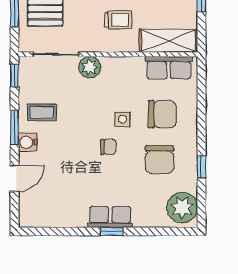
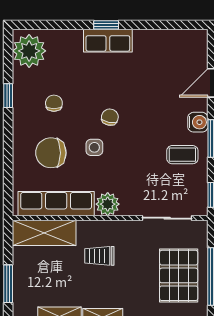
plant: (90, 67) -> (108, 204), moved
row of seats: (169, 68) -> (56, 204), width x1.48
chair: (108, 147) -> (110, 117), turned 101
chair: (160, 160) -> (54, 103), width x0.54, depth x0.54

